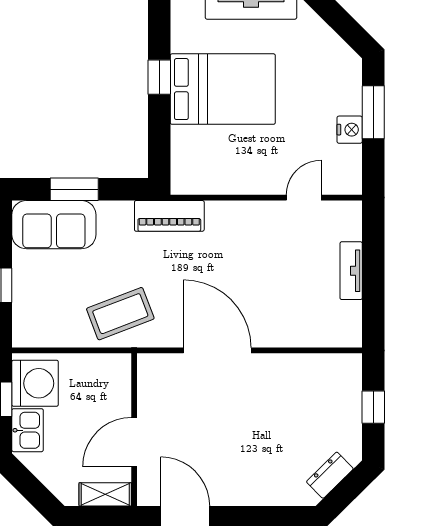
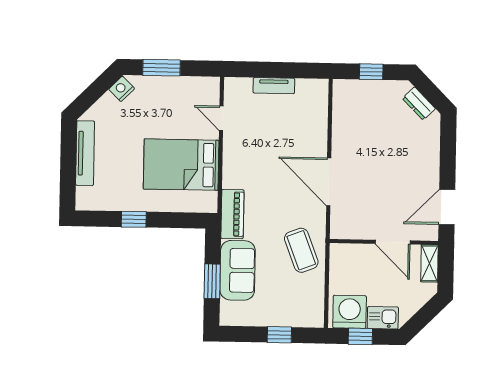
bed: (223, 89) -> (181, 165), moved, turned -90
nightstand: (350, 130) -> (122, 89), moved, turned -45
sofa: (54, 225) -> (238, 270), moved
door: (217, 350) -> (329, 182), hinge flipped

